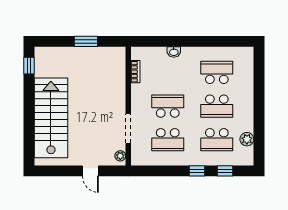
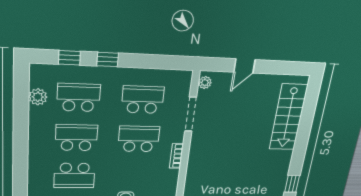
bookcase: (135, 72) -> (176, 156), moved
school desk: (168, 106) -> (139, 139), turned 180
stairs: (51, 118) -> (288, 117), width x0.73, depth x0.66
door: (90, 171) -> (245, 66), swing flipped

